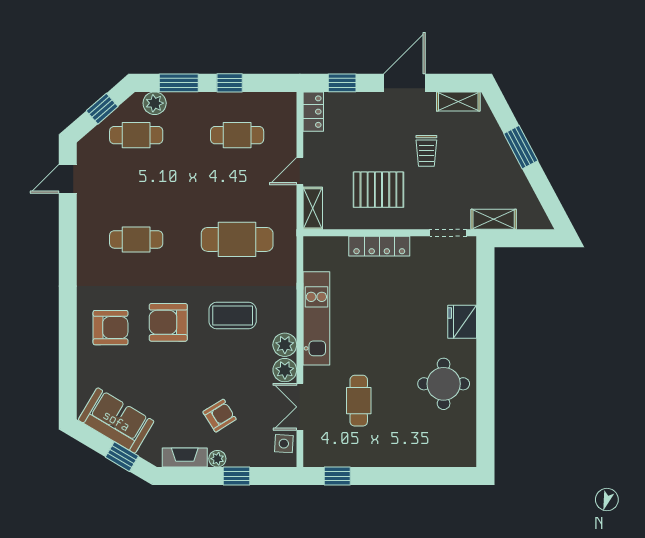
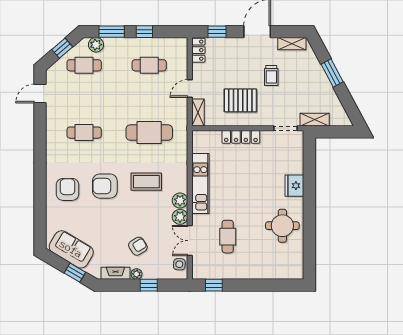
armchair: (110, 328) -> (68, 189), turned -90

